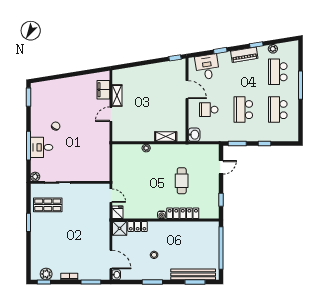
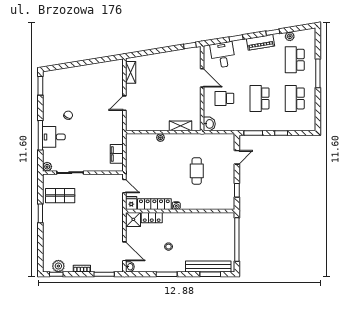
filing cabinet: (103, 90) -> (117, 154), moved
shelving: (117, 96) -> (131, 72), moved
locker: (183, 213) -> (154, 204), moved

